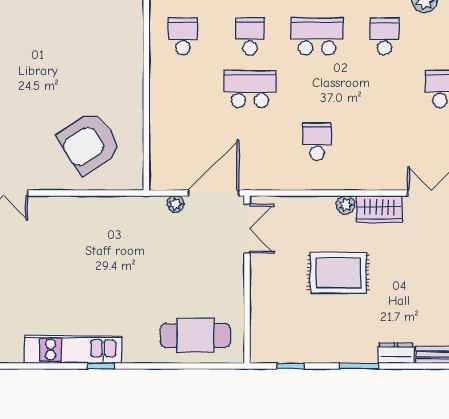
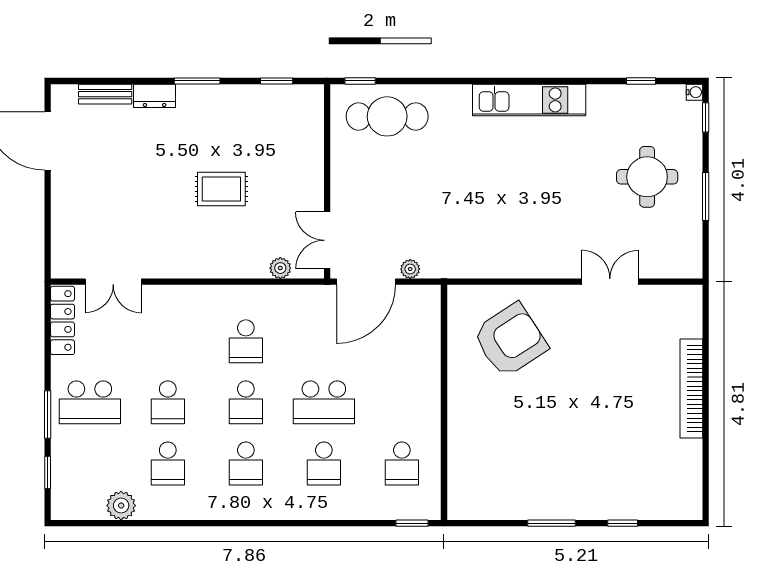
school desk: (317, 36) -> (246, 463), width x0.54
school desk: (317, 89) -> (246, 402), added
school desk: (384, 89) -> (168, 402), added
plant: (345, 205) -> (280, 268), moved
wardrobe: (379, 209) -> (174, 263), removed
rug: (338, 273) -> (221, 189), width x0.73, depth x0.70
window: (101, 366) -> (360, 81), moved

